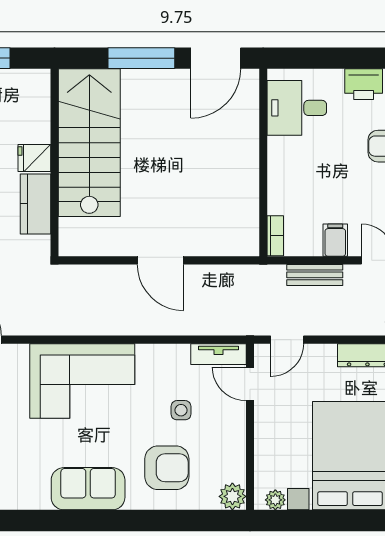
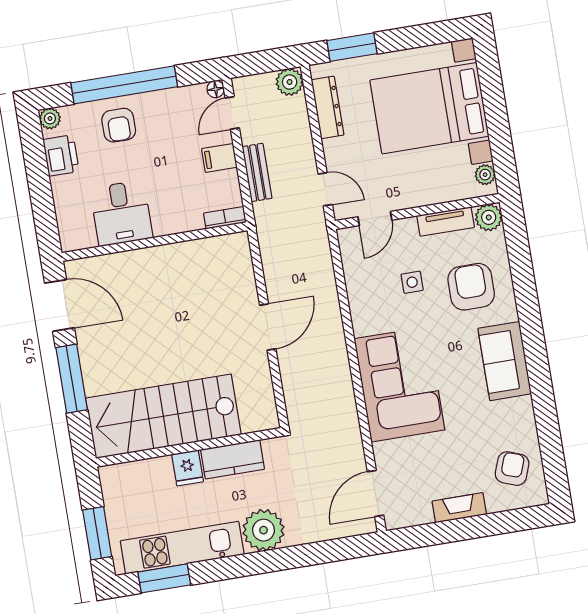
desk: (297, 108) -> (121, 213), moved
tv unit: (218, 354) -> (446, 222), moved, turned 90

